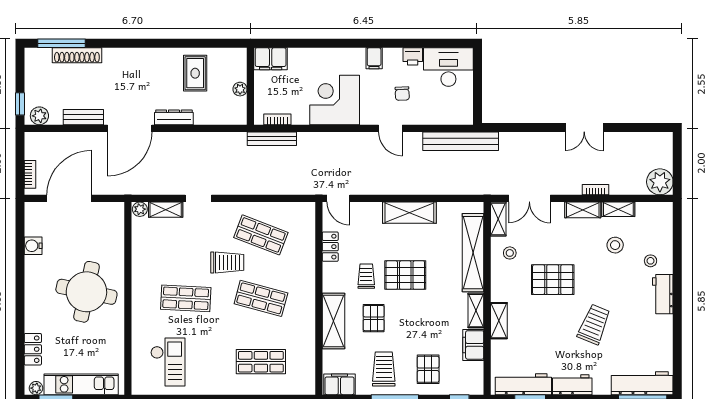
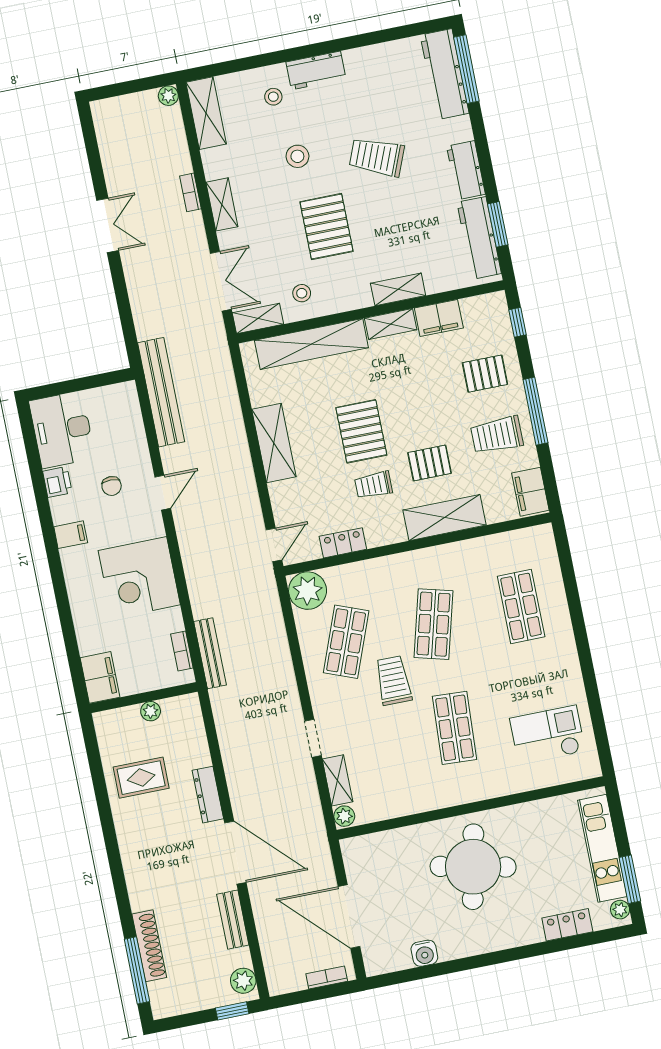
chair: (402, 94) -> (112, 486), turned 93
plant: (660, 182) -> (168, 96), width x0.53, depth x0.53
shelving: (618, 209) -> (206, 113), moved, width x1.50, depth x1.33
plant: (302, 215) -> (308, 591), added
stool: (615, 245) -> (297, 156), moved

